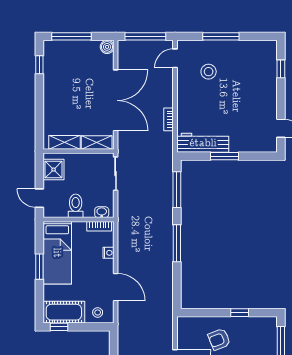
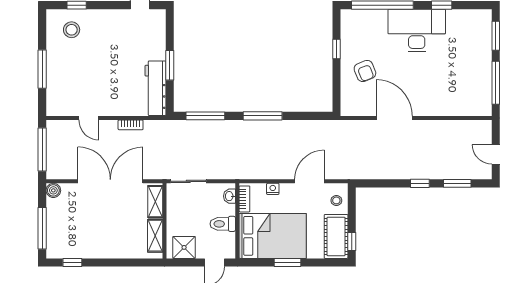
door: (175, 58) -> (89, 118), moved
stool: (209, 72) -> (72, 30), moved
bed: (57, 253) -> (273, 236), width x1.50

